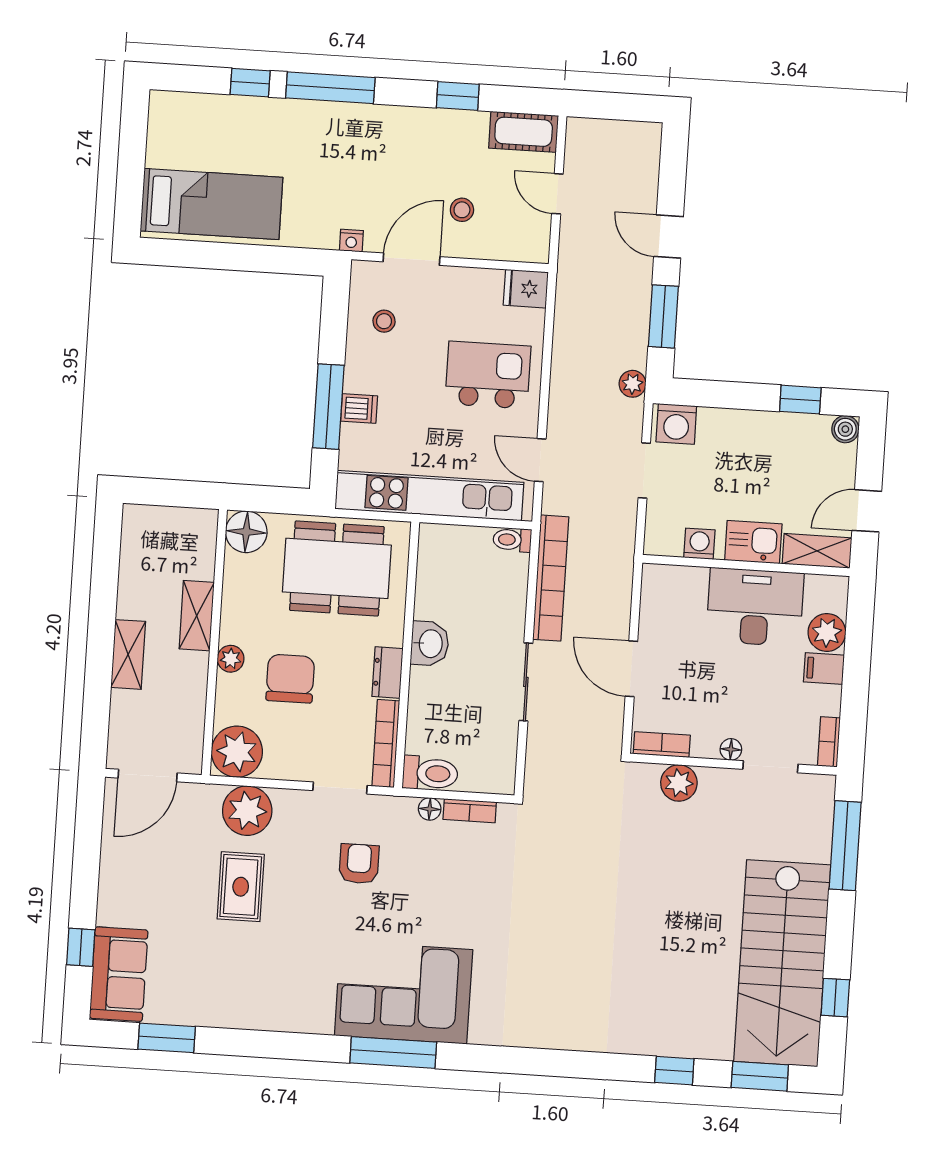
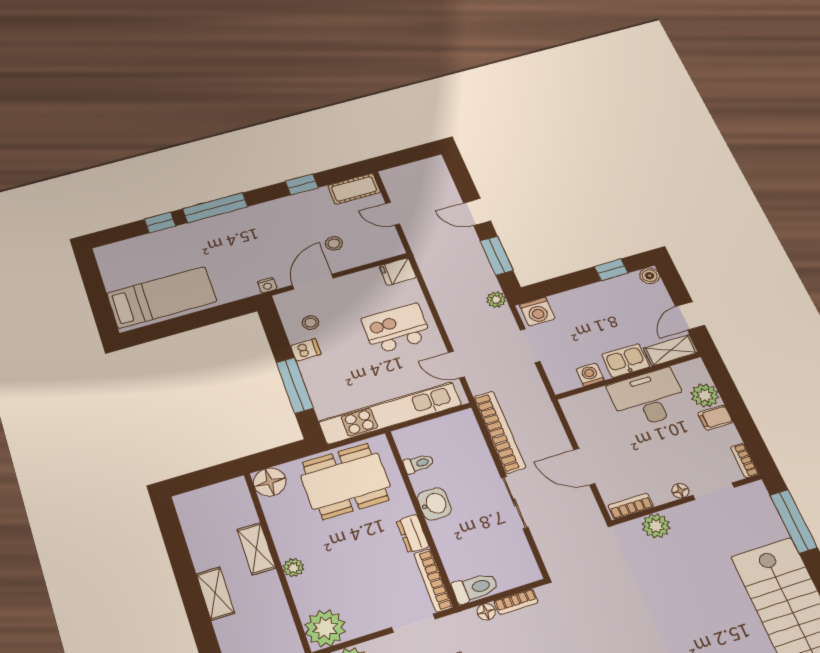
dishwasher: (359, 408) -> (306, 350), moved
toilet: (512, 540) -> (419, 464), moved, turned 180
chair: (290, 679) -> (343, 564), removed

